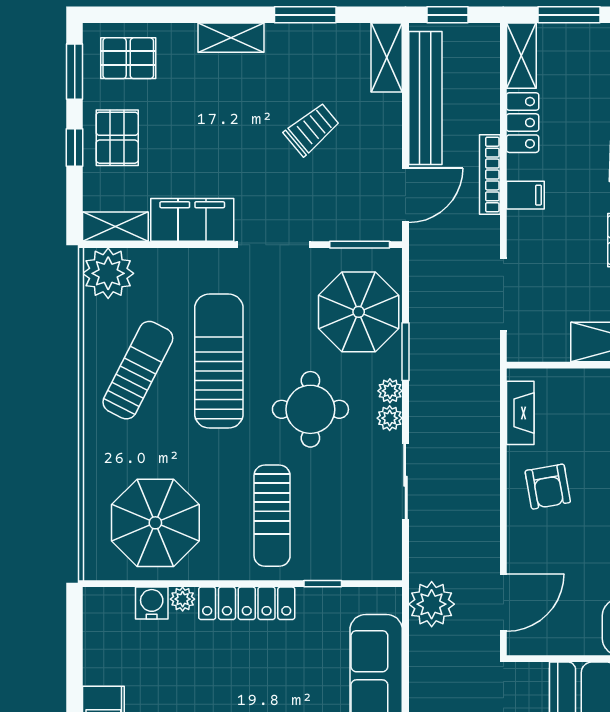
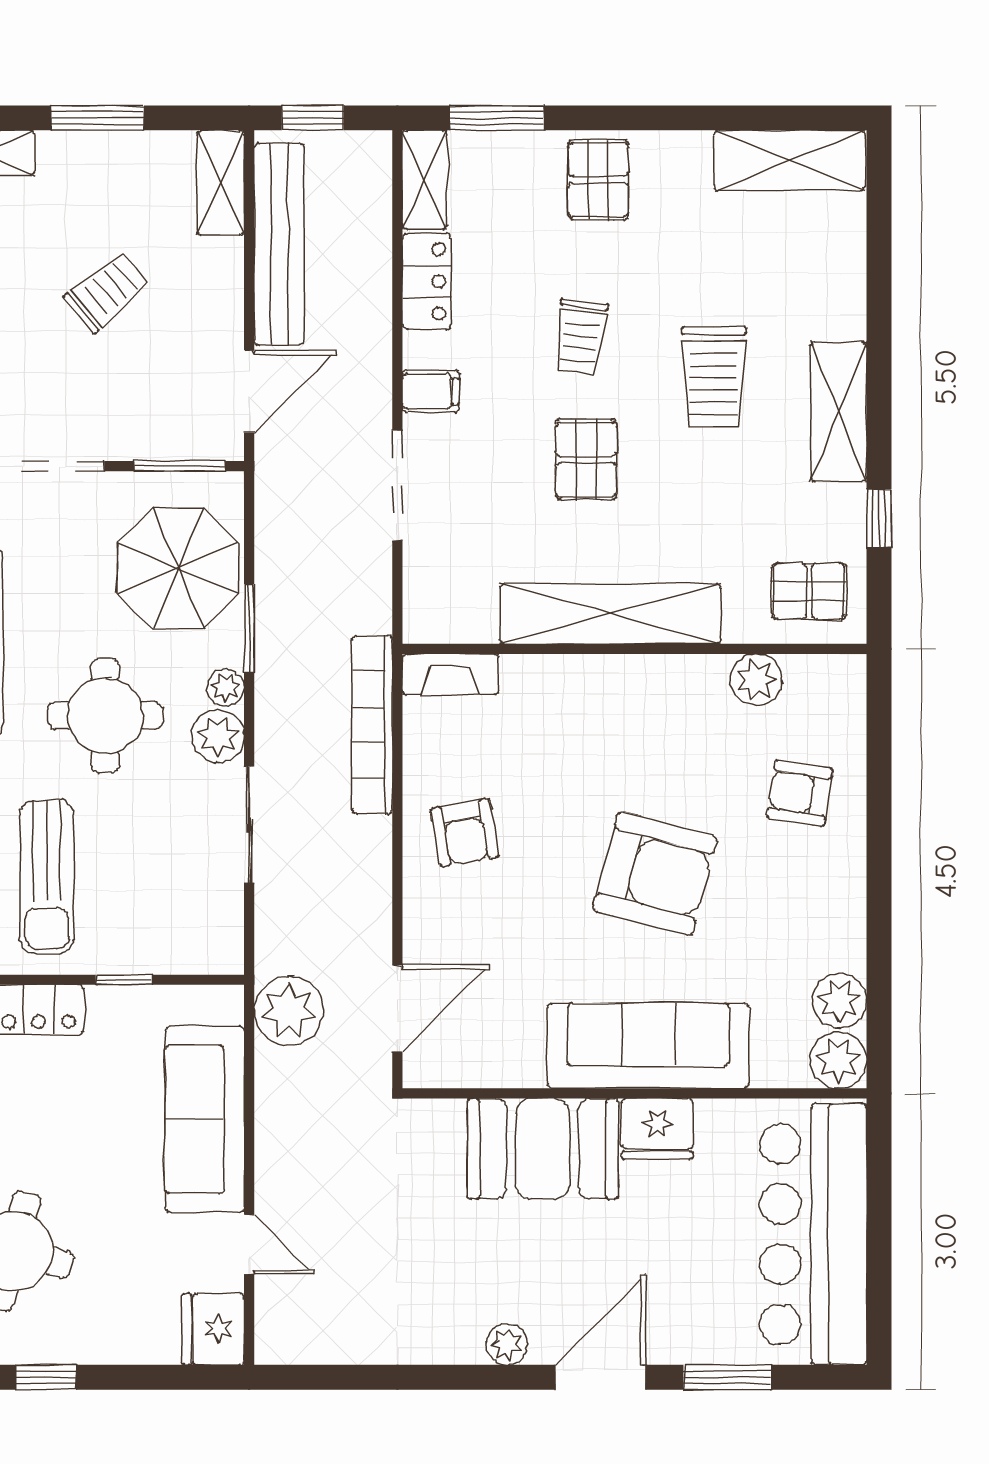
bookcase: (490, 174) -> (372, 725), moved, width x1.48, depth x1.31
doorway: (503, 295) -> (397, 485), moved
fireplace: (520, 413) -> (451, 674), moved, turned 90
plant: (390, 418) -> (218, 736), width x1.38, depth x1.38

